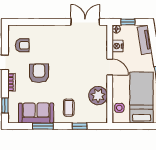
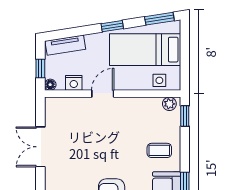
double door: (85, 22) -> (40, 147), moved
plant: (98, 96) -> (169, 104), moved, width x0.53, depth x0.53
window: (80, 126) -> (185, 116), moved

